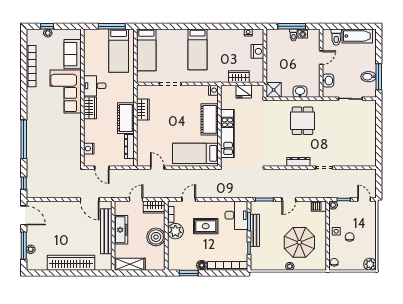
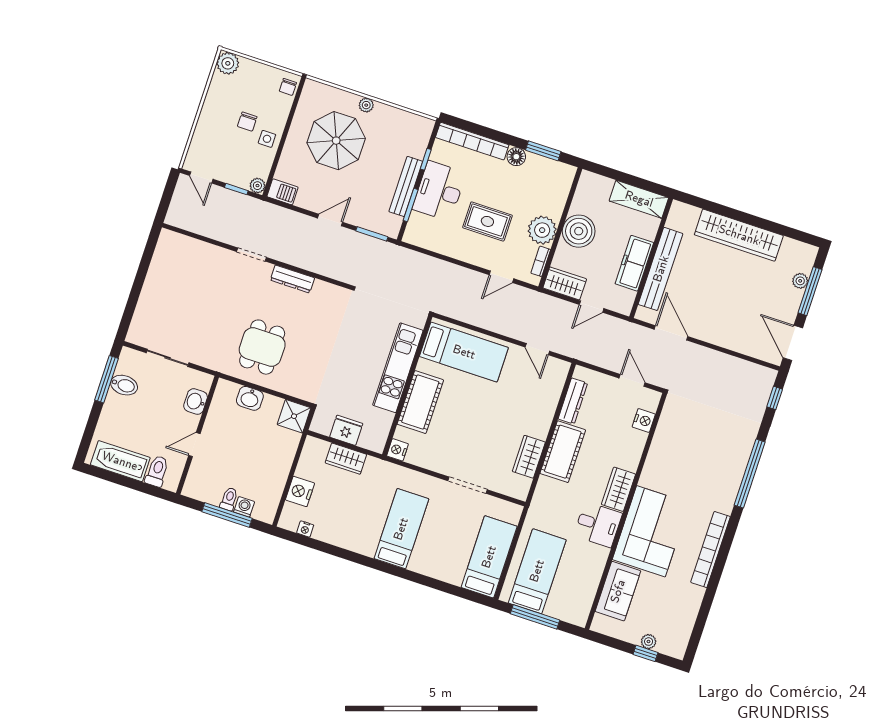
washing machine: (303, 33) -> (244, 507), moved
bookcase: (31, 66) -> (711, 550), moved
desk: (236, 215) -> (439, 191), moved

